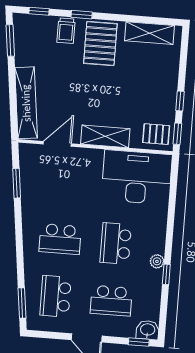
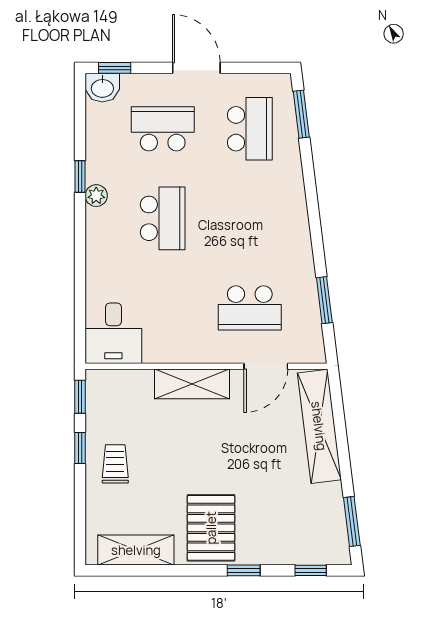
trolley: (66, 31) -> (115, 464), moved
pallet: (156, 134) -> (113, 394), removed
desk: (137, 177) -> (113, 333), width x0.53, depth x0.77
school desk: (60, 239) -> (250, 308), moved, turned 180

